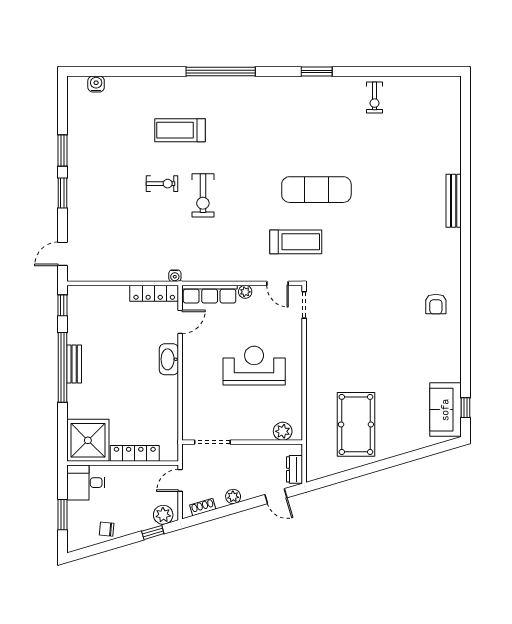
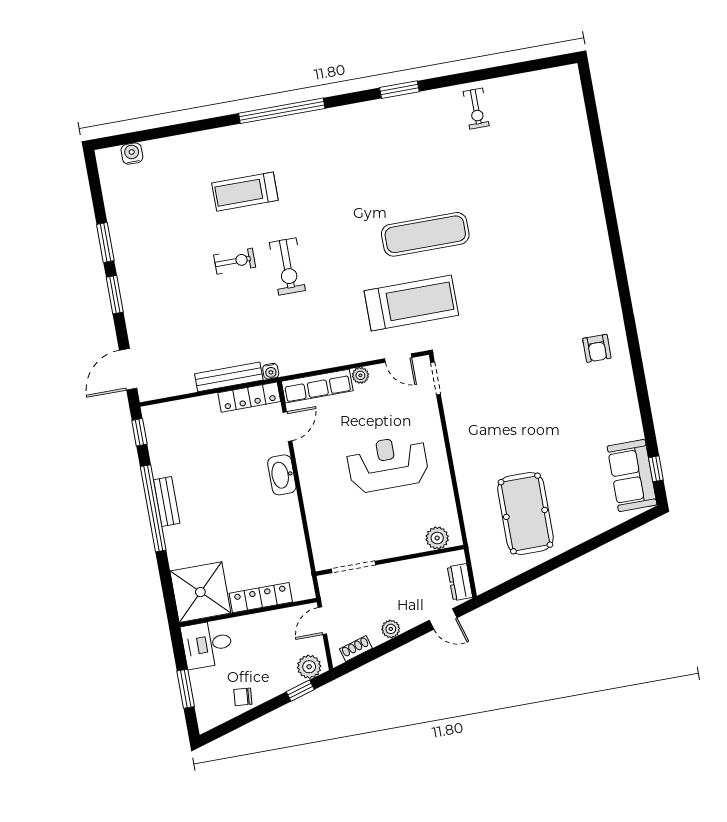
bench: (454, 201) -> (229, 377), moved, turned 90
treadmill: (296, 242) -> (411, 303), width x1.37, depth x1.38
door: (62, 254) -> (128, 369), width x1.38

